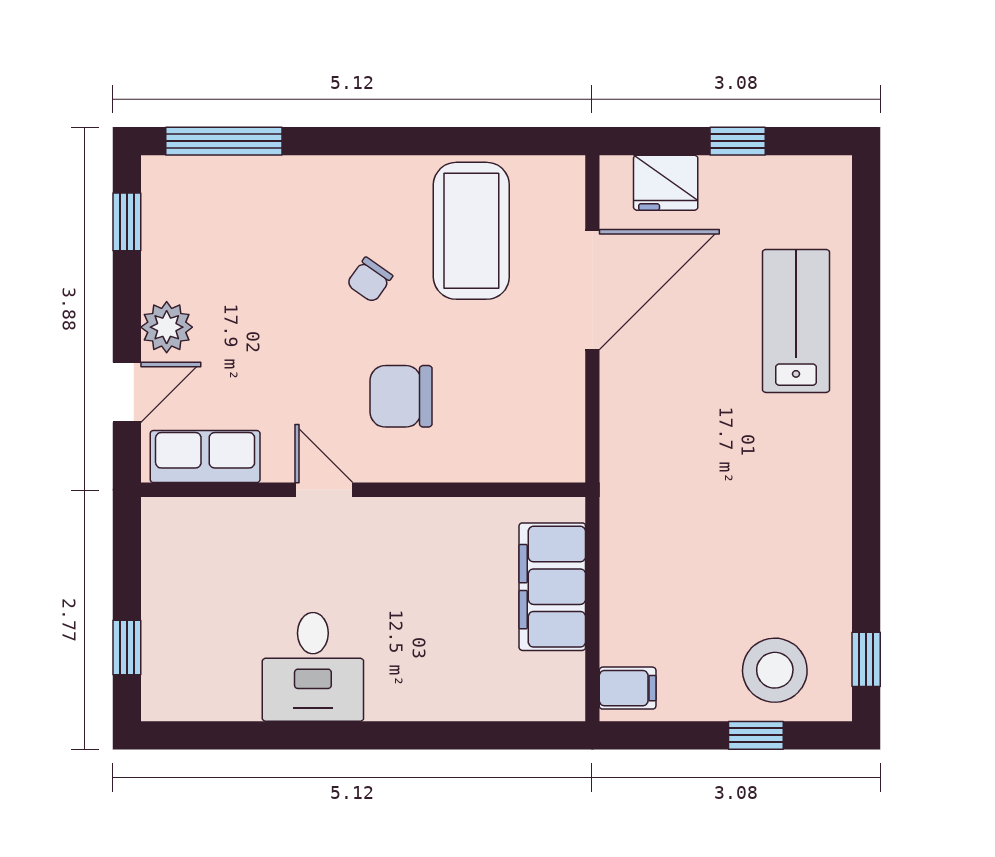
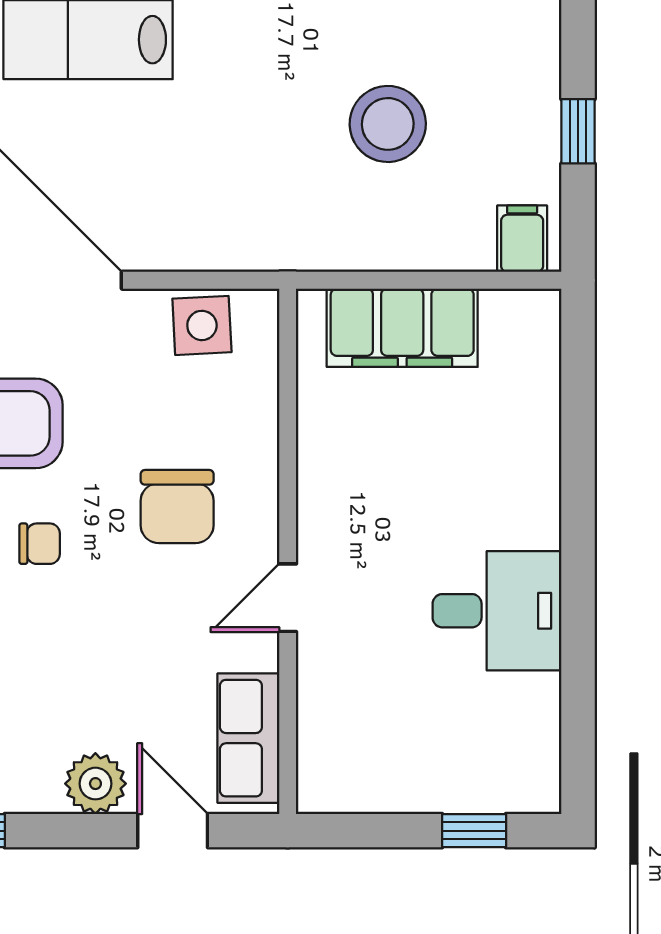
chair: (370, 280) -> (40, 544), turned -35
side table: (554, 417) -> (202, 325), added
stool: (775, 670) -> (388, 124), moved
window: (756, 735) -> (578, 131), moved

